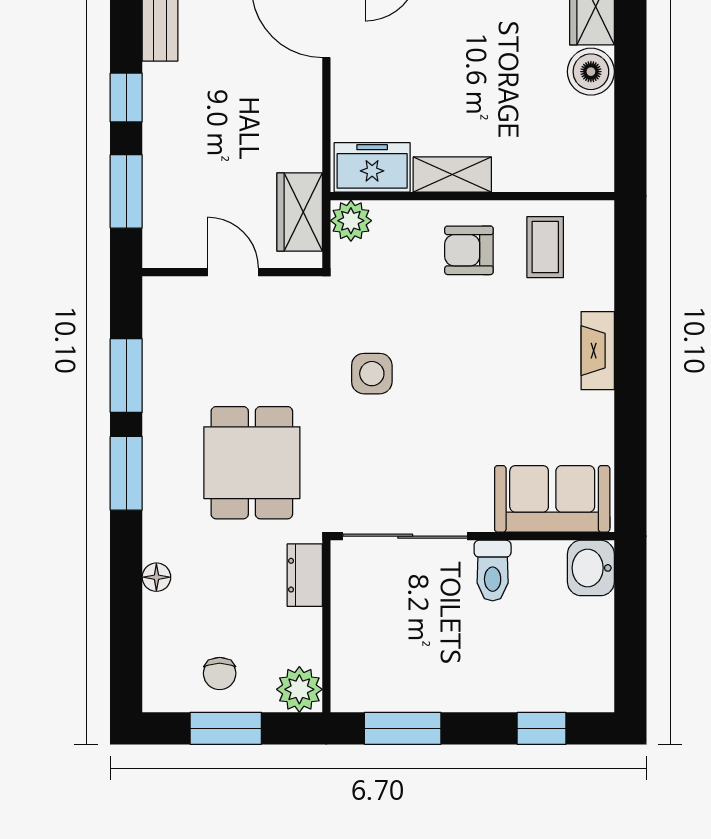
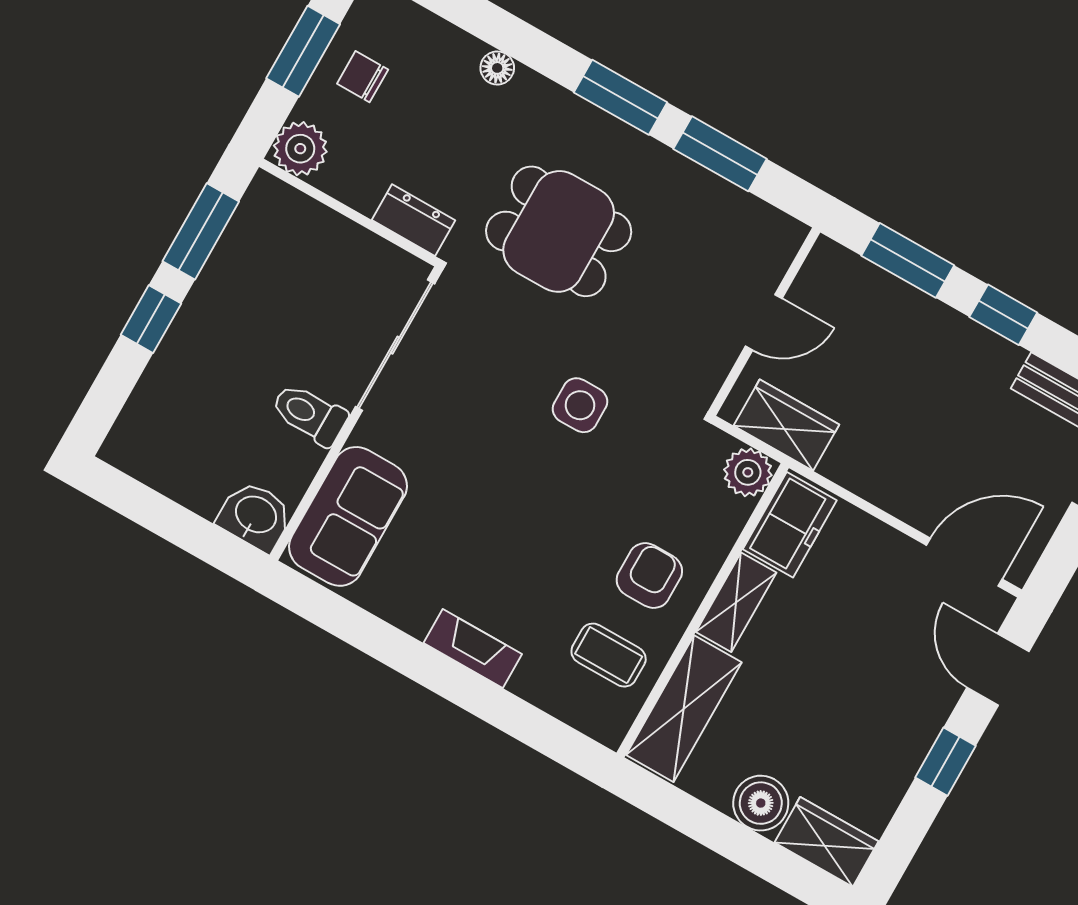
shelving: (553, 169) -> (684, 709), added
window: (541, 728) -> (151, 319), moved

